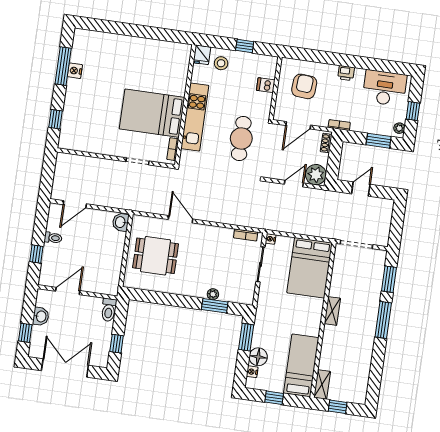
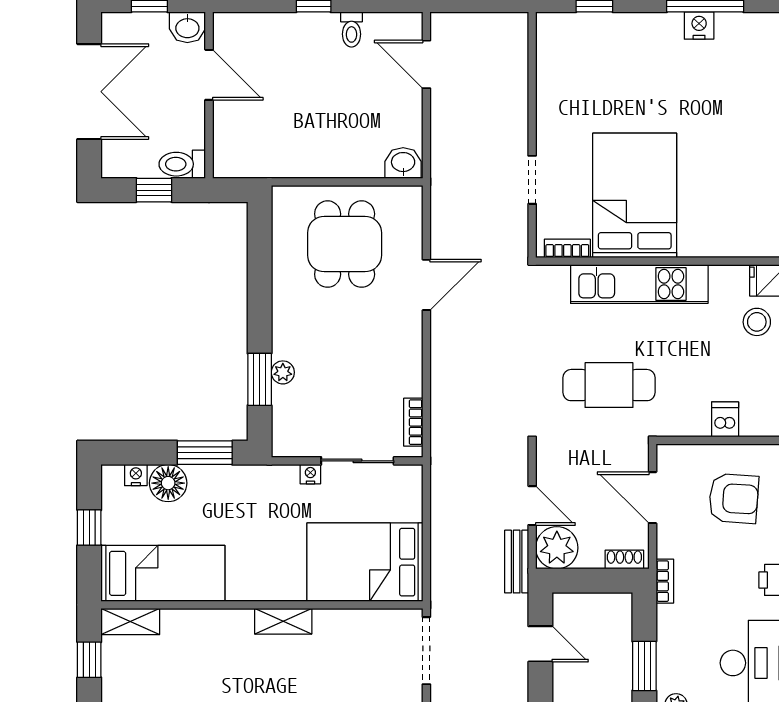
bench: (320, 195) -> (517, 562), added
nightstand: (271, 239) -> (310, 474), moved
door: (68, 291) -> (209, 75), moved
wall: (77, 292) -> (209, 95), moved
toilet: (109, 310) -> (182, 164), moved

